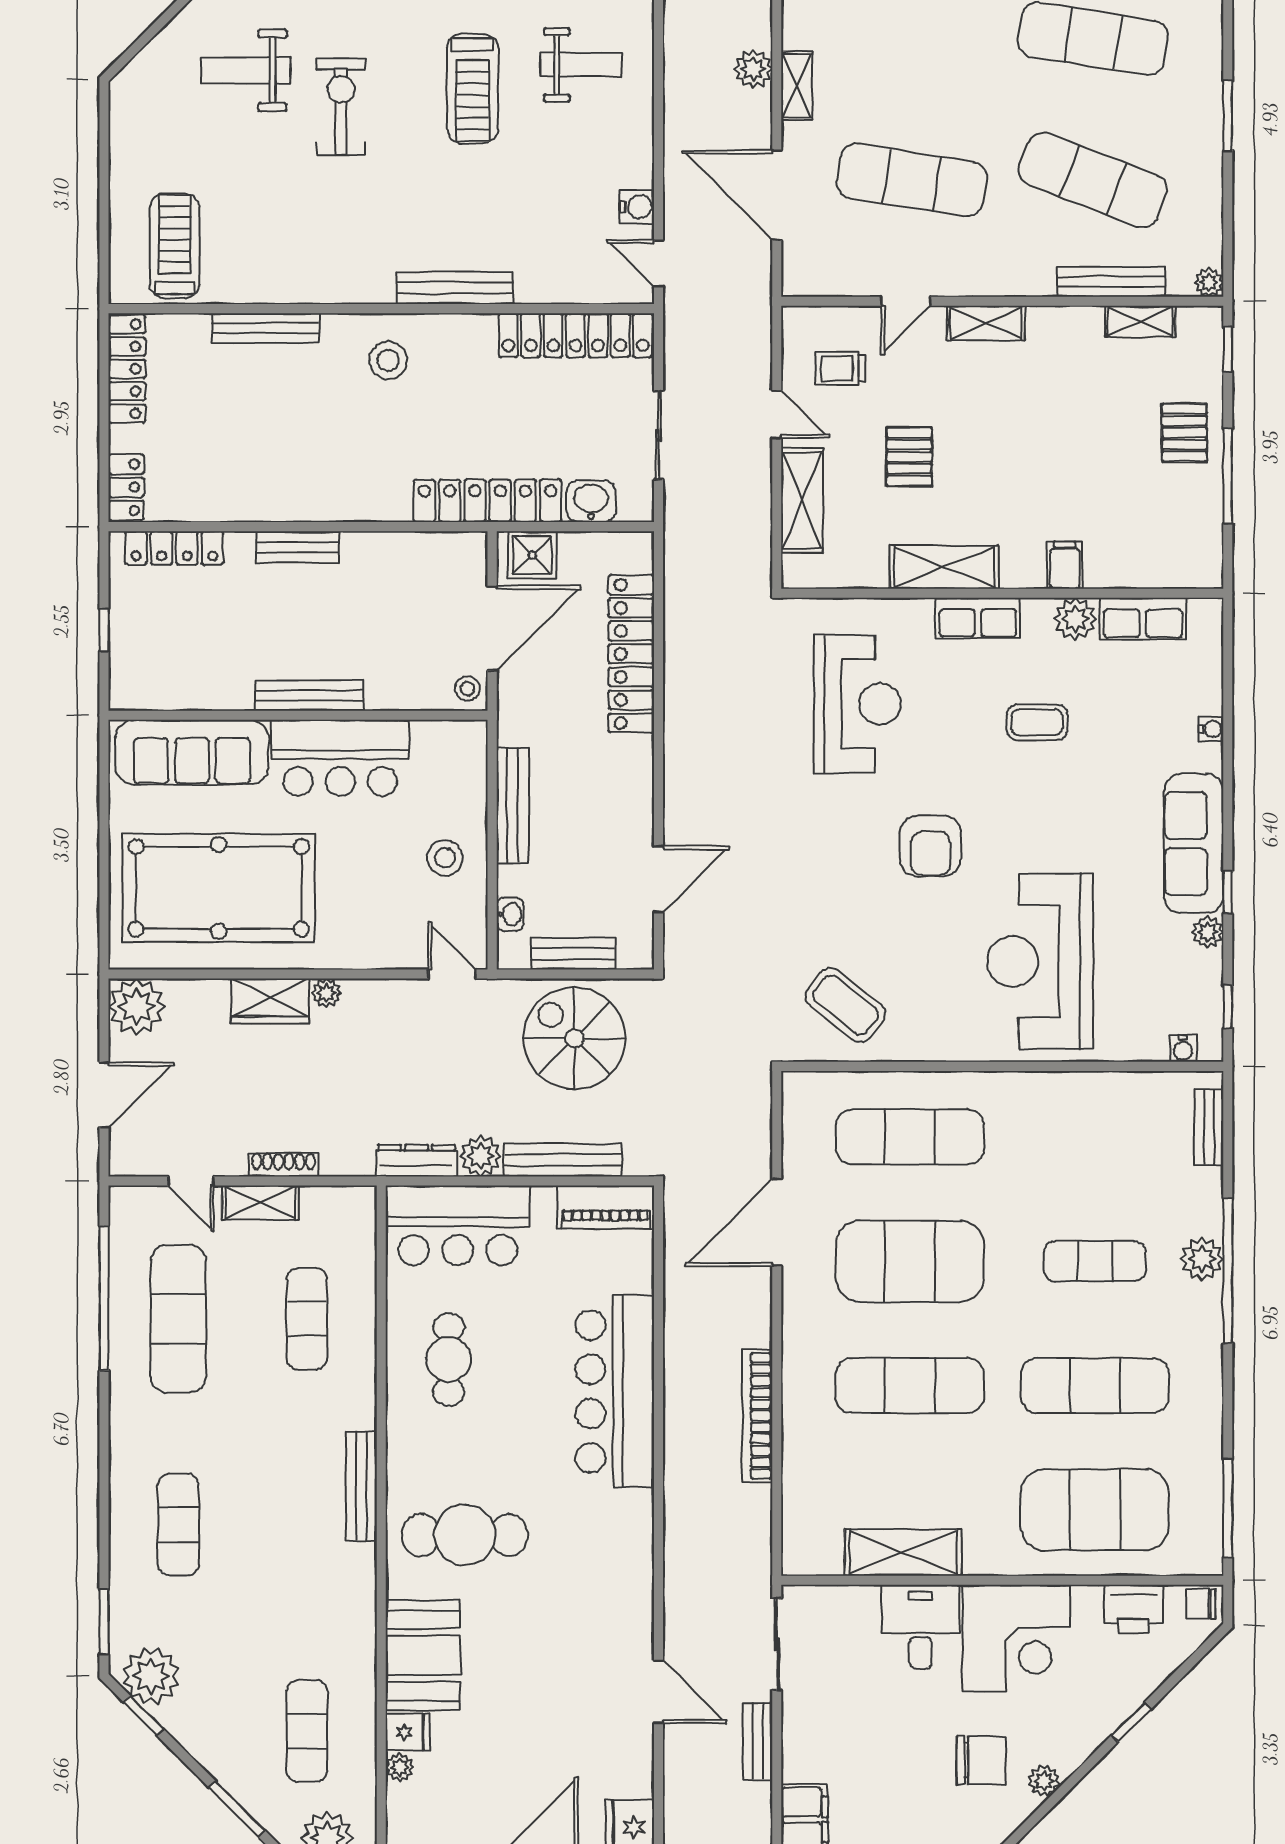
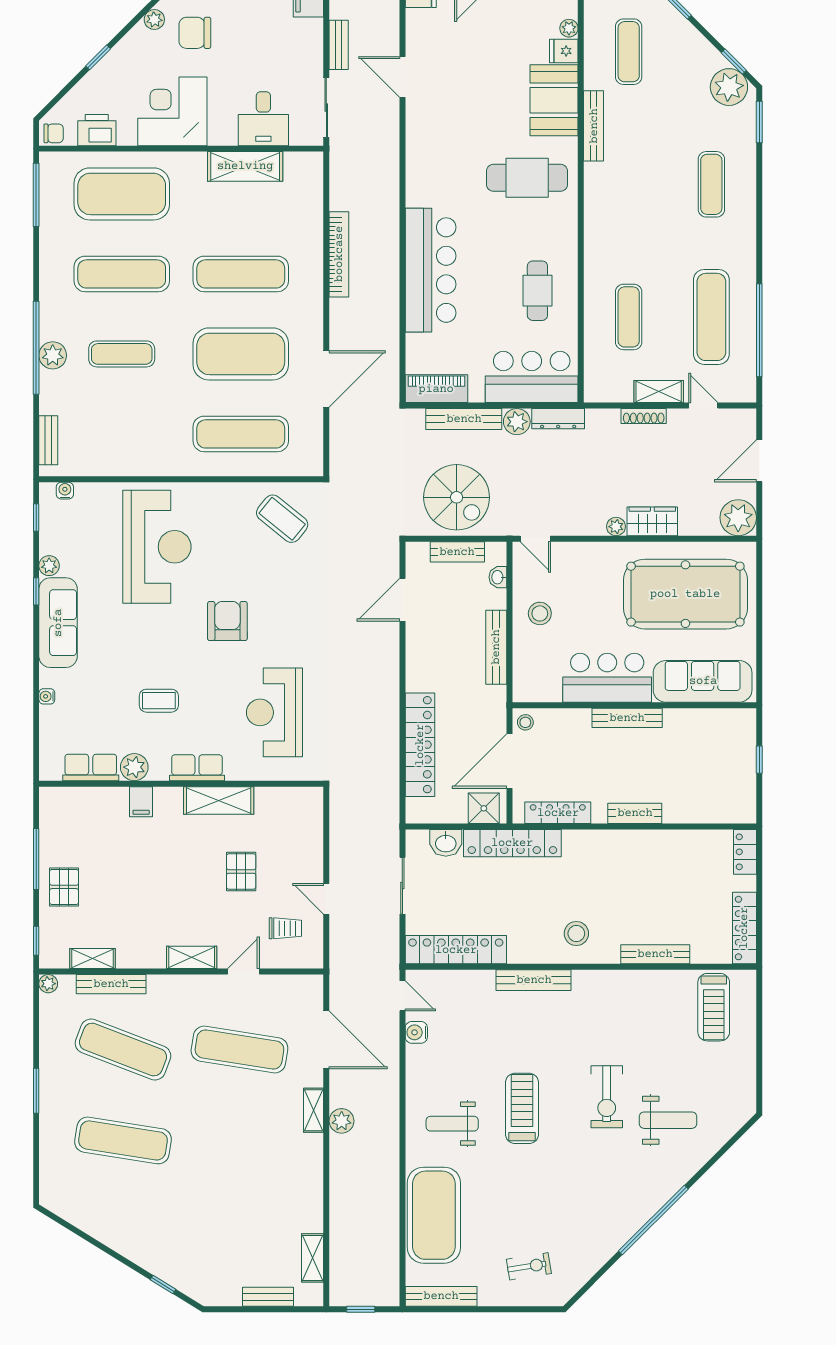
shelving: (802, 500) -> (310, 843), removed
locker: (174, 548) -> (558, 813), moved
bench: (361, 1486) -> (594, 126), moved
desk: (921, 1627) -> (263, 119), moved

